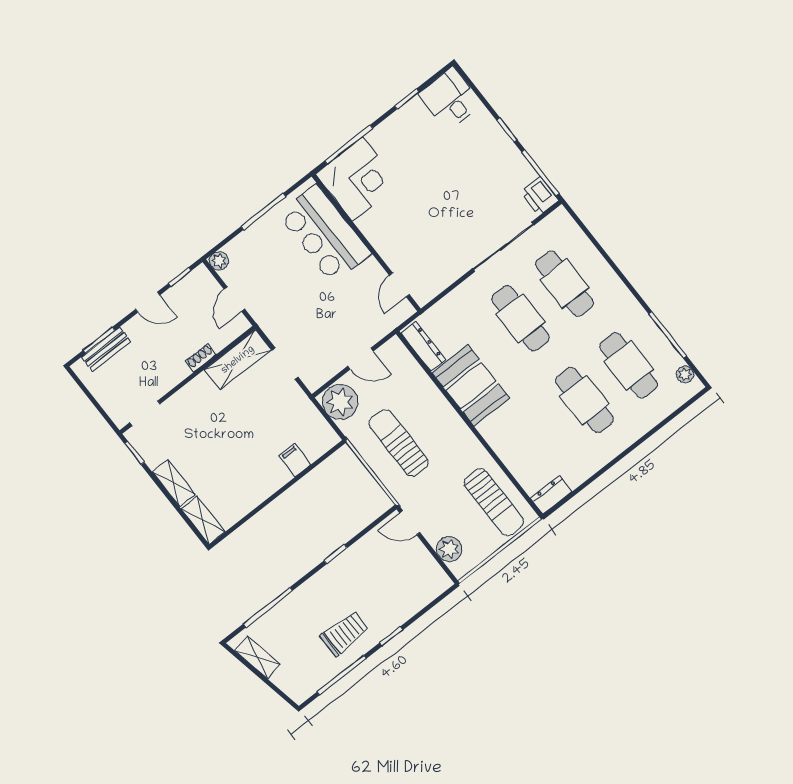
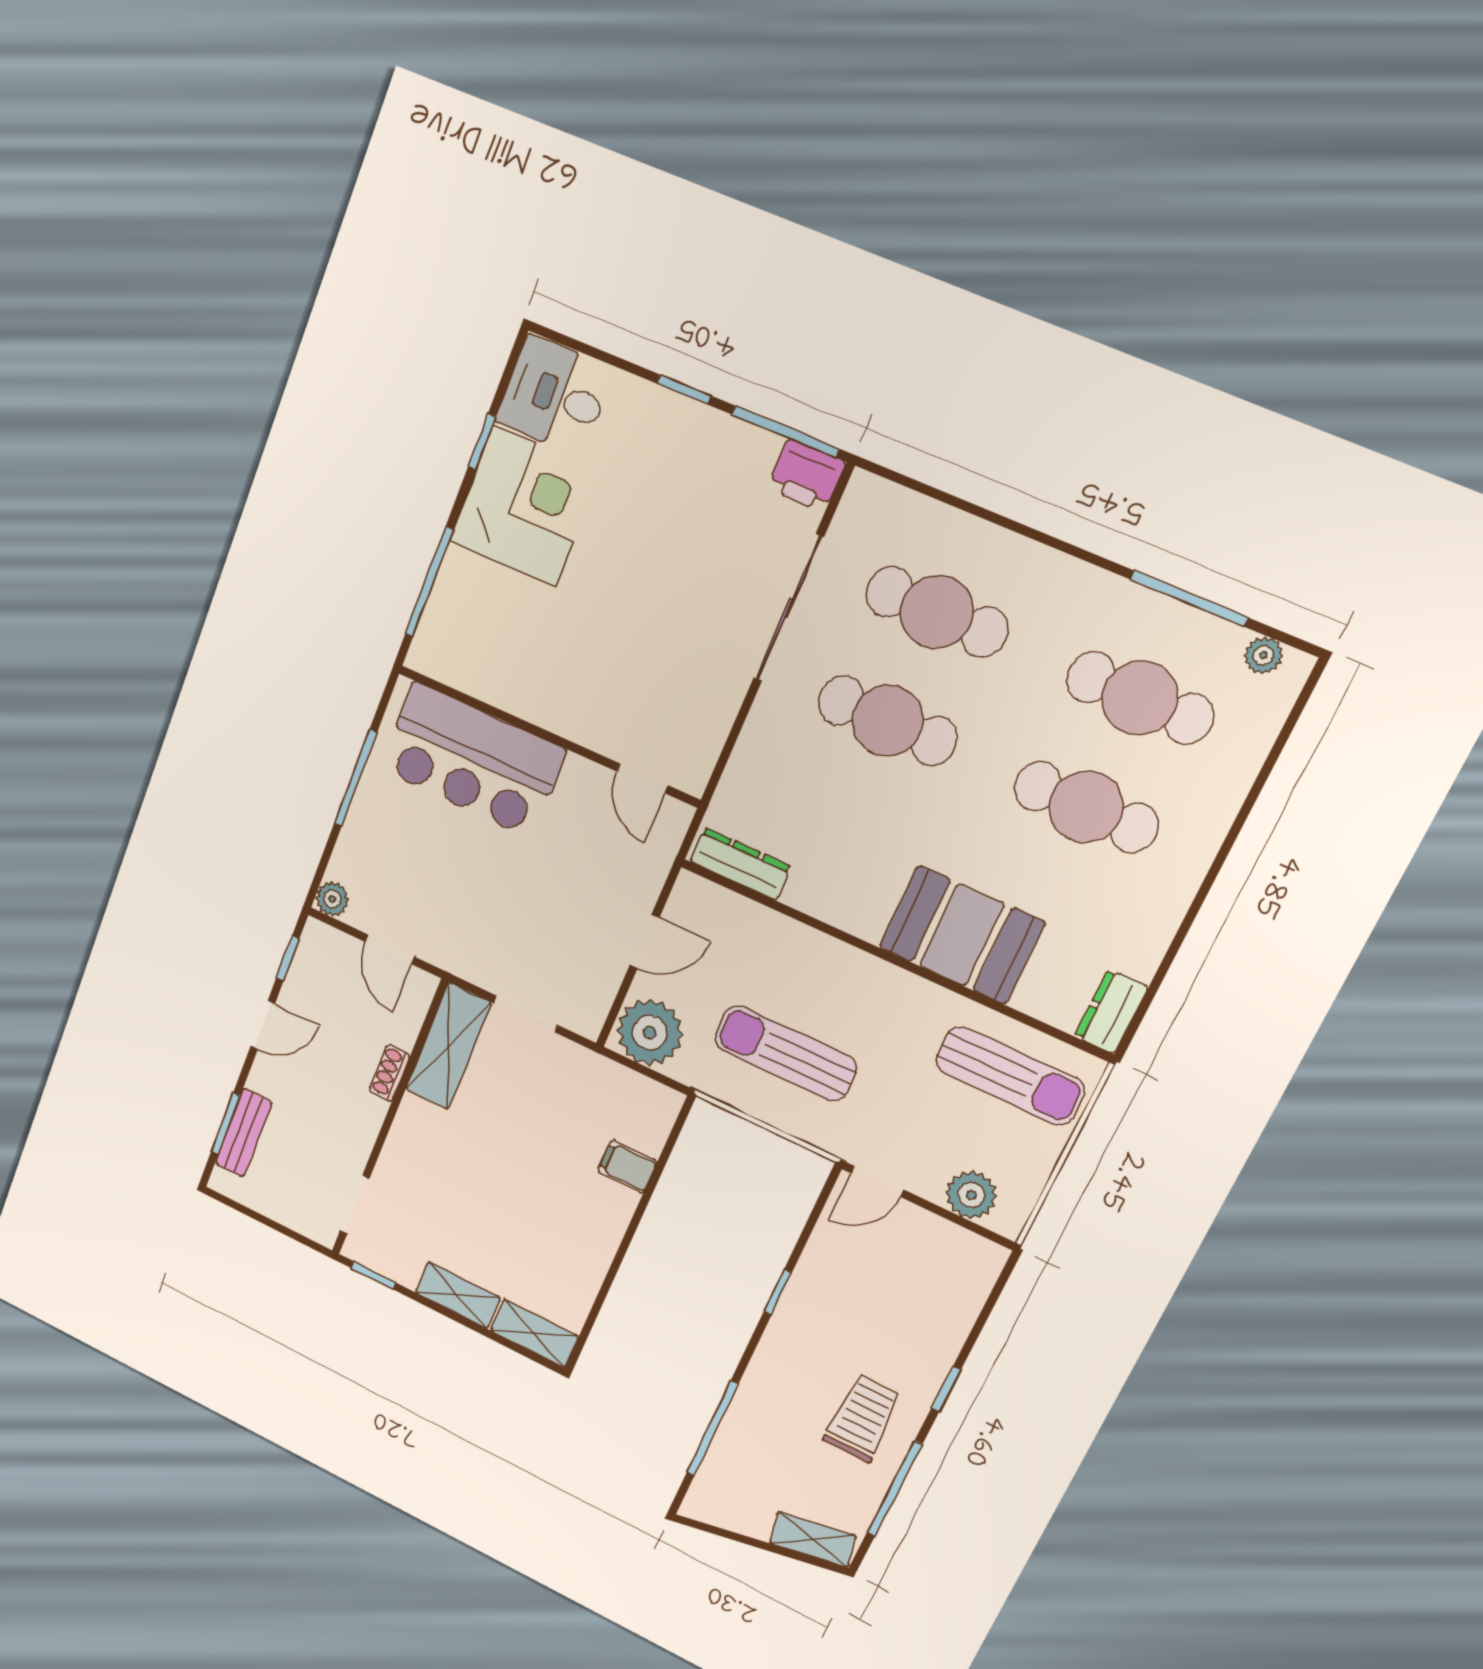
corner desk: (358, 179) -> (524, 506), moved
booth: (471, 386) -> (962, 935), moved
shelving: (257, 657) -> (813, 1539), moved

